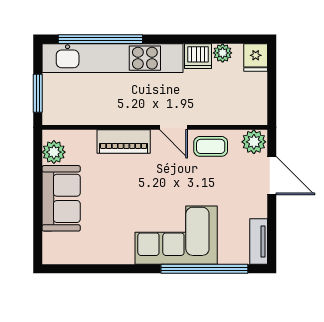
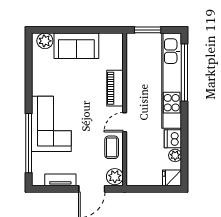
plant: (54, 152) -> (45, 41), moved
tv unit: (259, 241) -> (60, 180), moved

